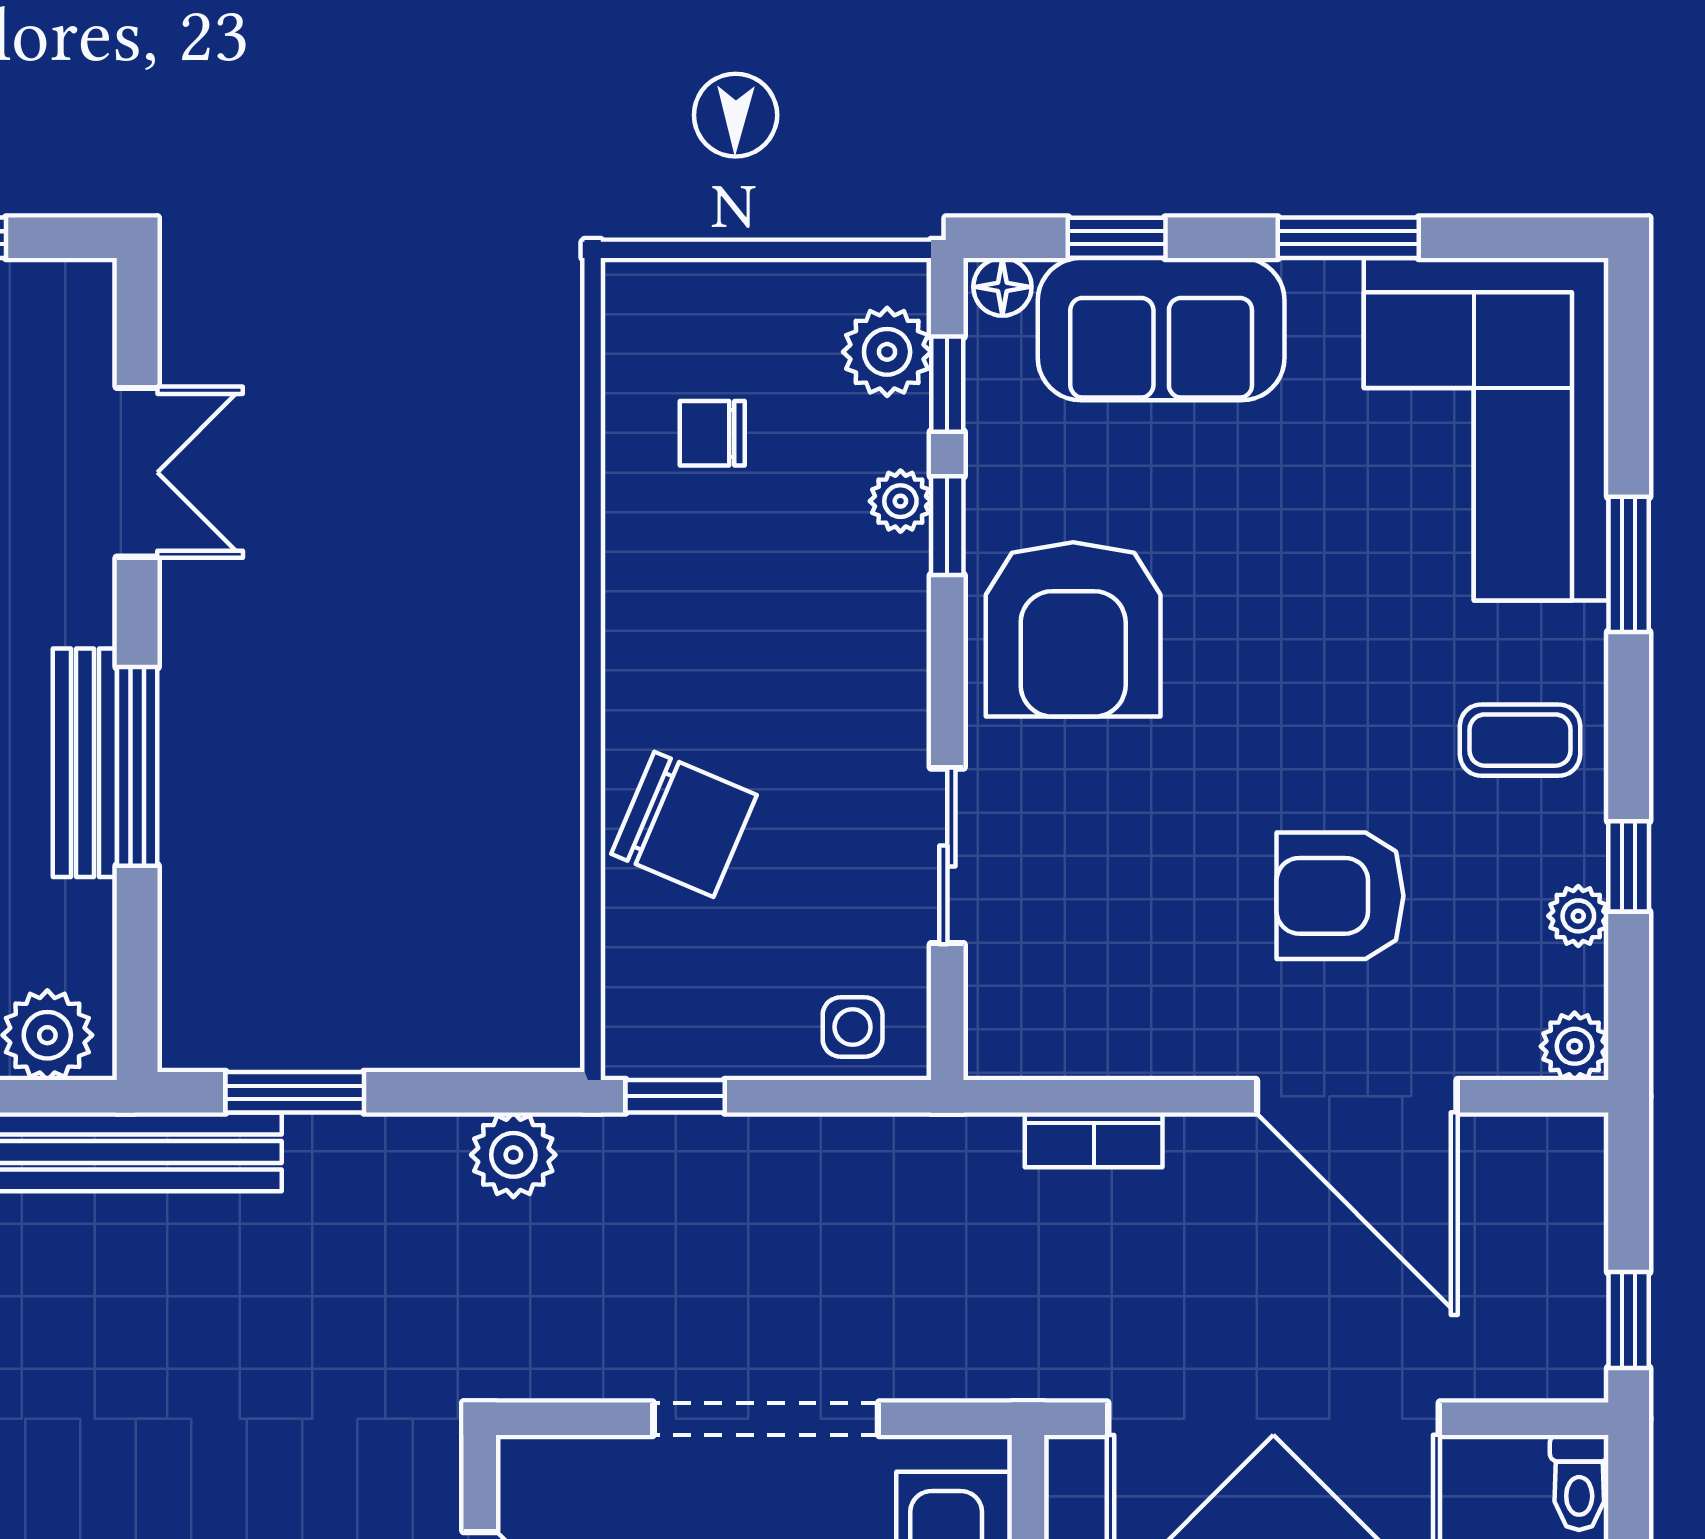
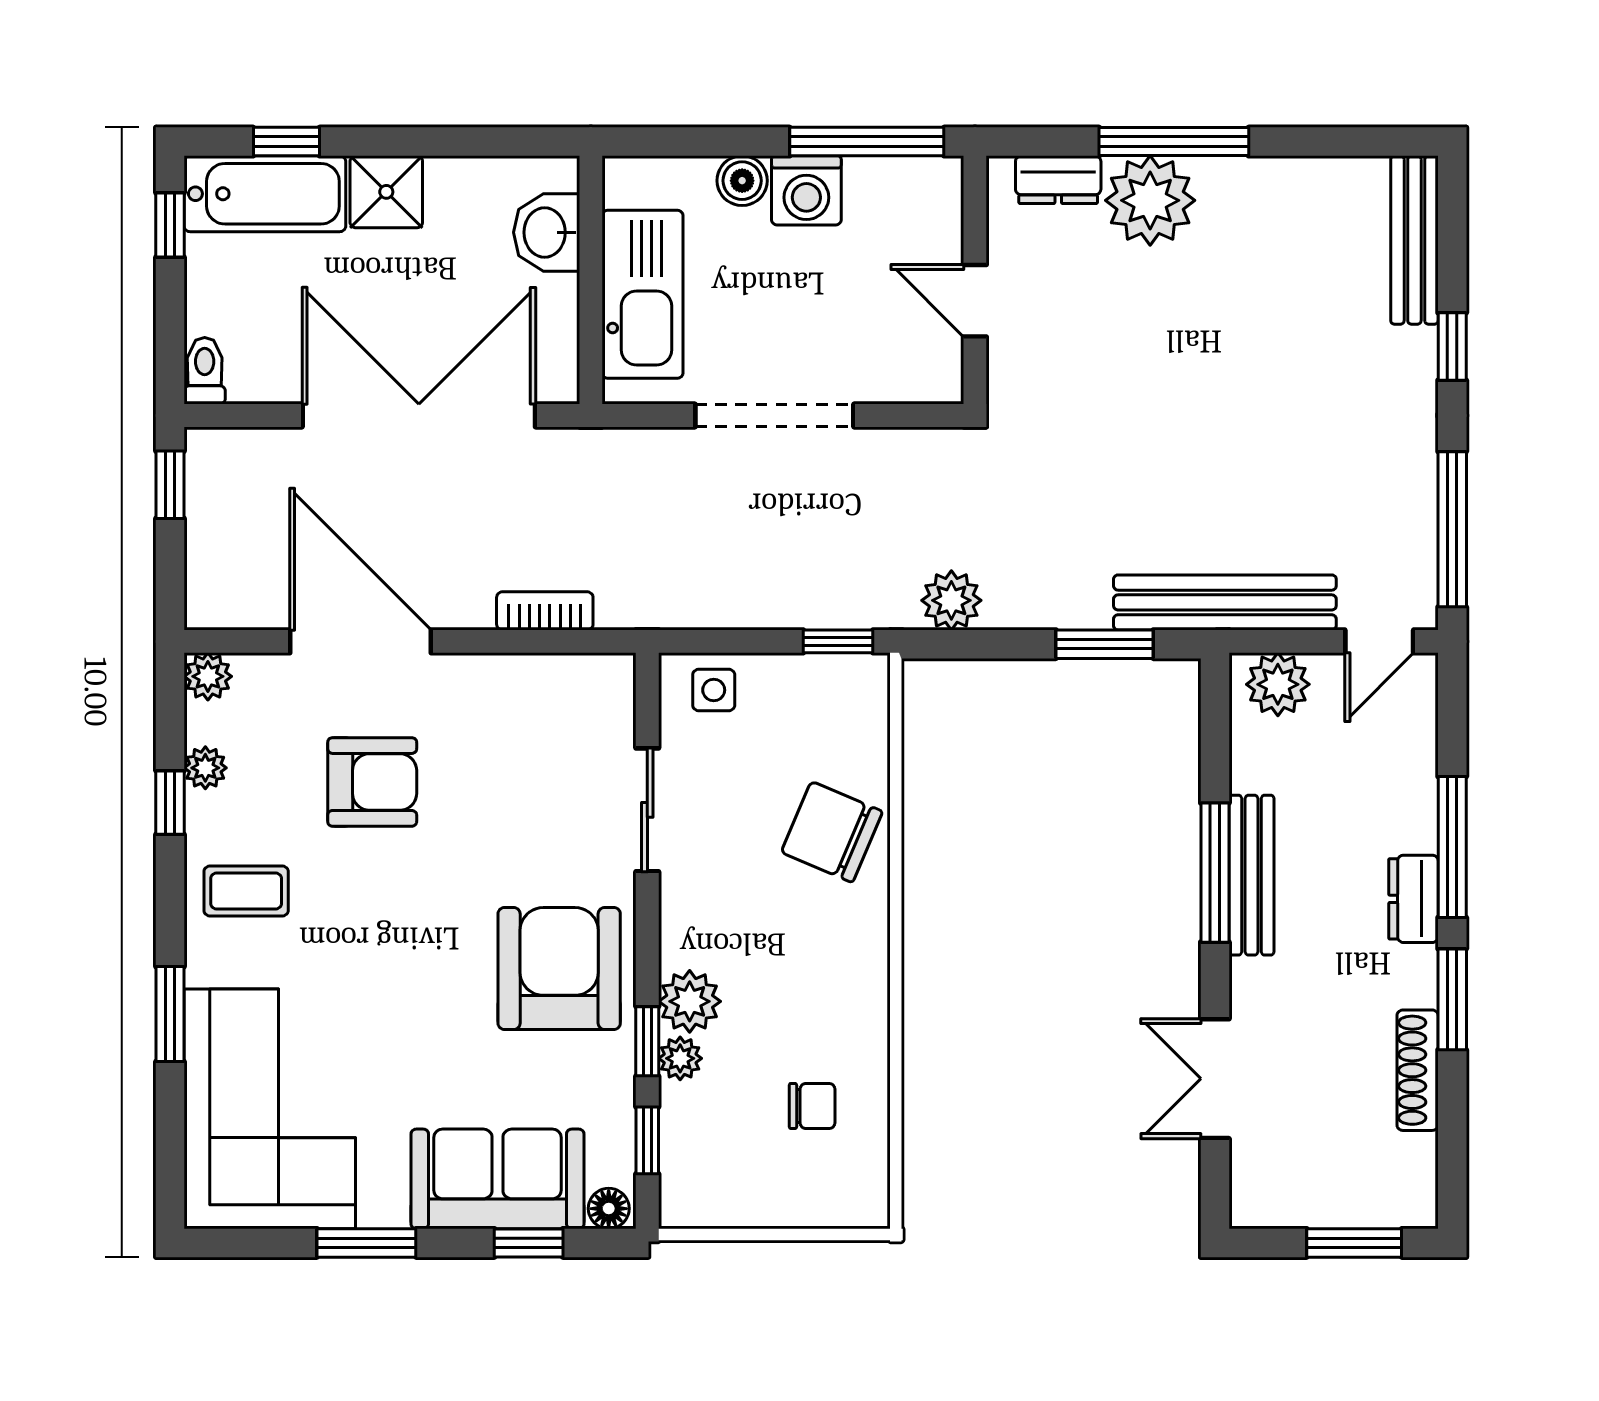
plant: (887, 352) -> (690, 1001), moved

